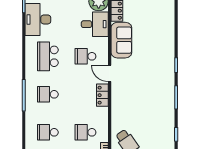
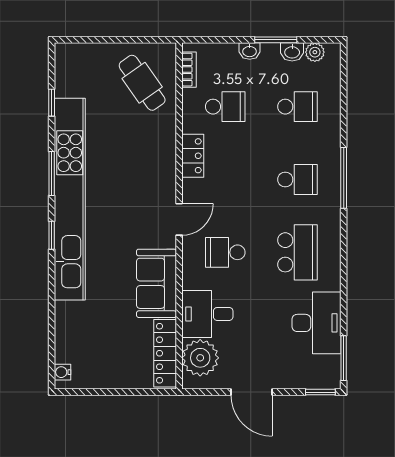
school desk: (86, 56) -> (225, 252), turned 180
door: (110, 73) -> (179, 219), hinge flipped
kitchen unit: (167, 84) -> (70, 199), added
locker: (102, 95) -> (193, 156), moved

